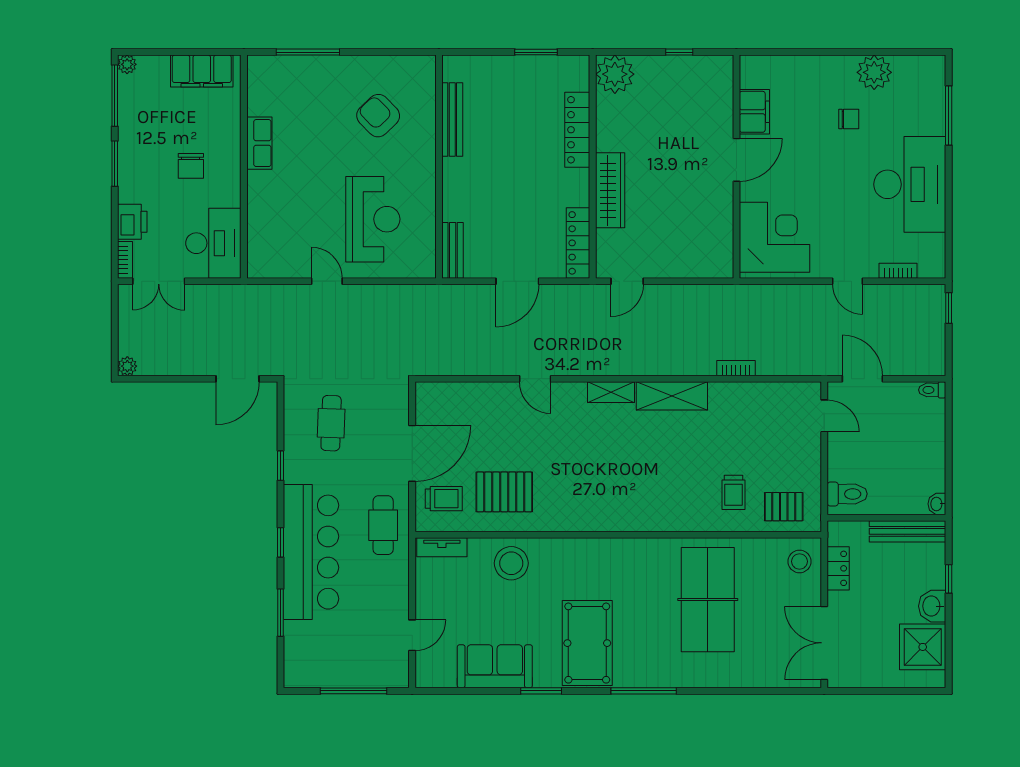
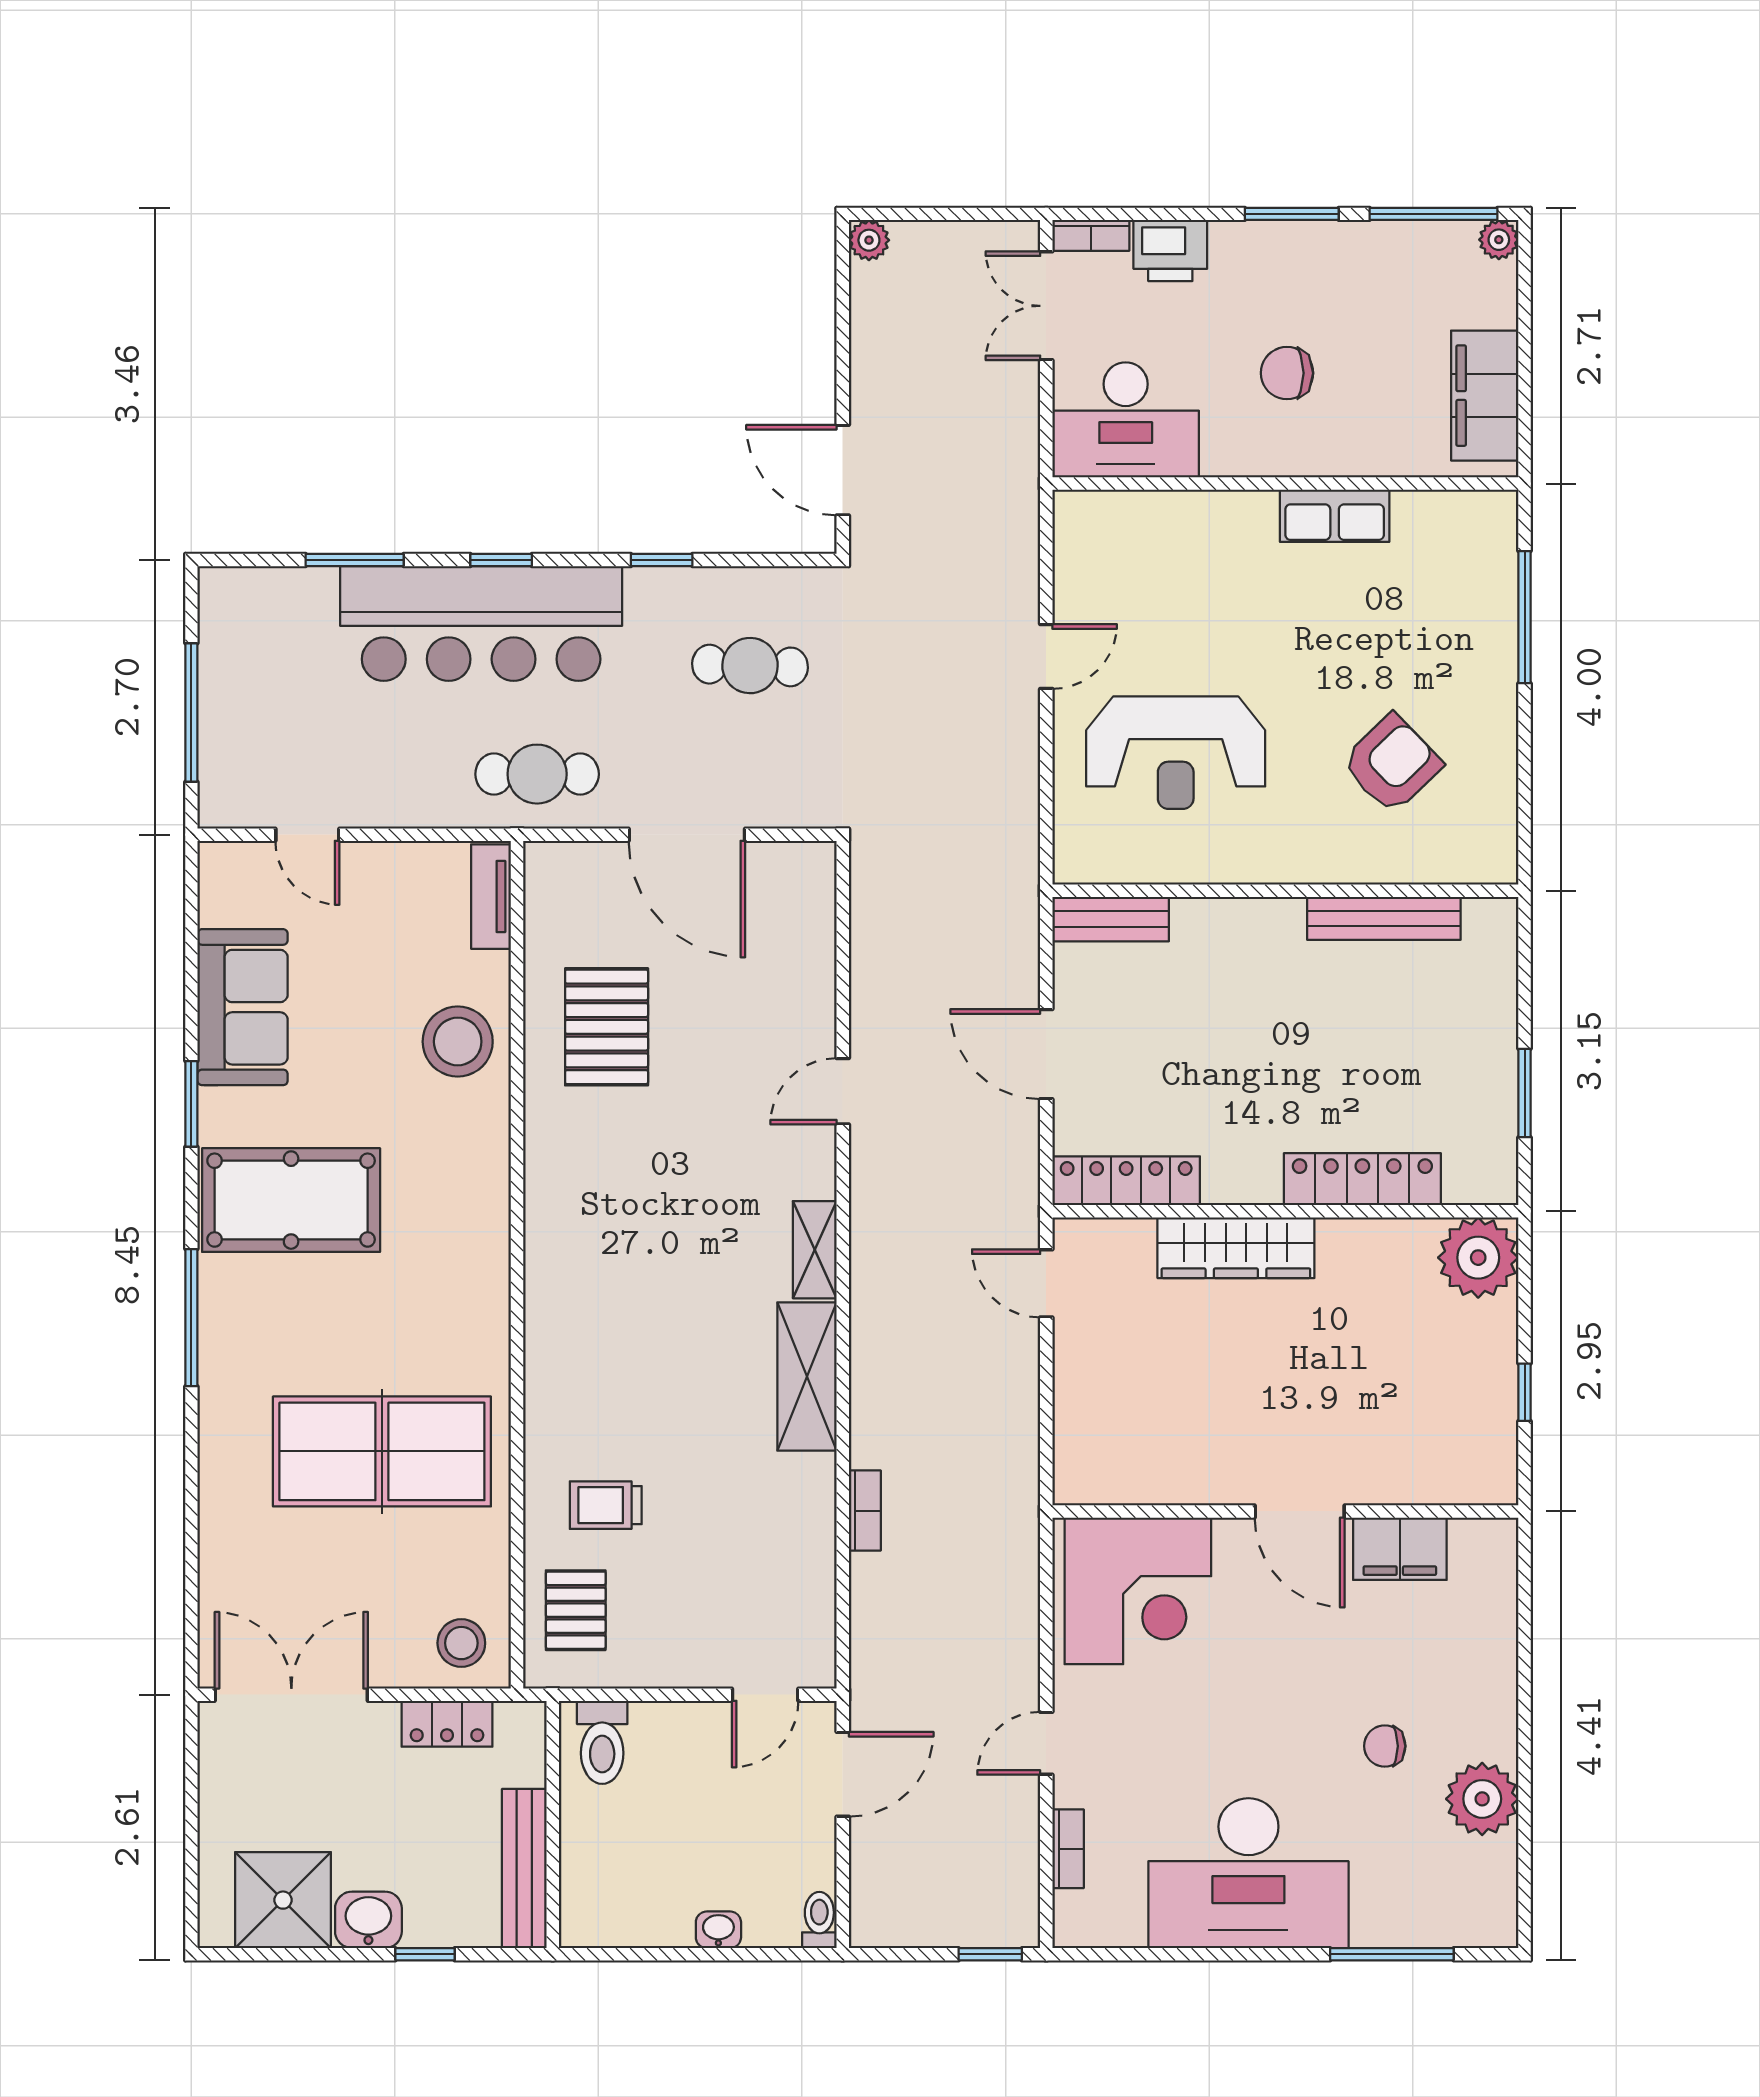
chair: (849, 119) -> (1385, 1746), turned 90
trolley: (444, 499) -> (592, 901), removed
washbasin: (937, 504) -> (718, 1930), moved

